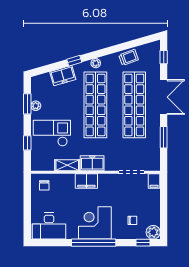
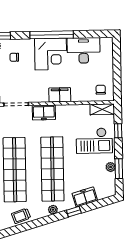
freezer: (92, 163) -> (44, 112), moved
shelving: (67, 165) -> (102, 109), moved
desk: (49, 226) -> (84, 50), moved

